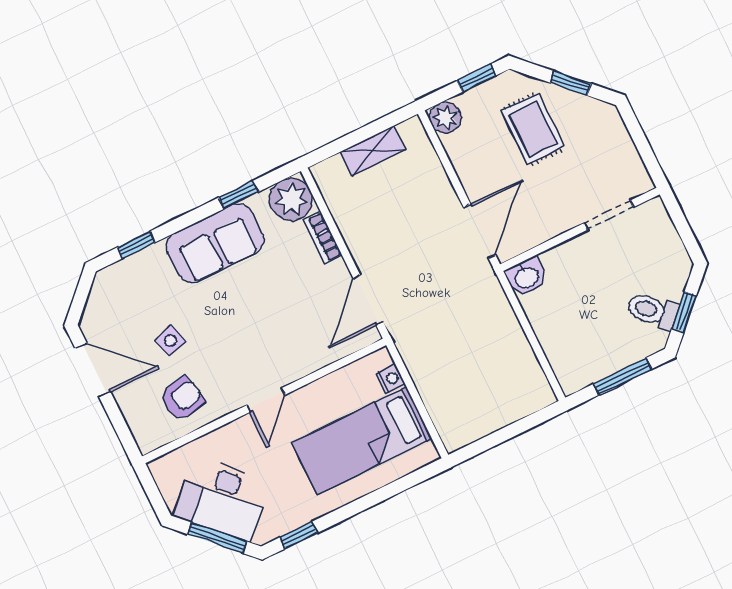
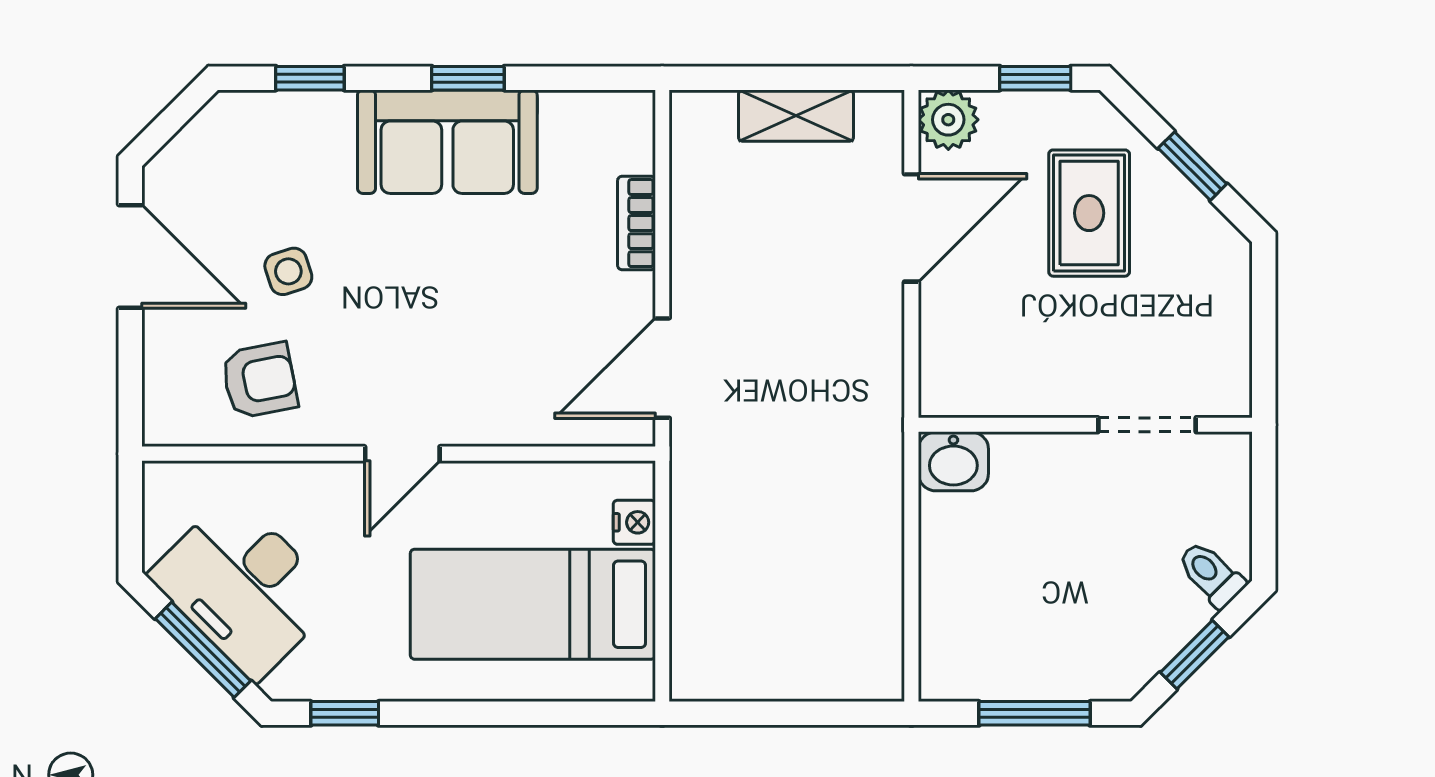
window: (238, 195) -> (468, 78), moved
plant: (291, 200) -> (614, 131), removed
door: (480, 231) -> (911, 228), moved
toilet: (652, 311) -> (1211, 574), moved, width x0.73, depth x0.72

